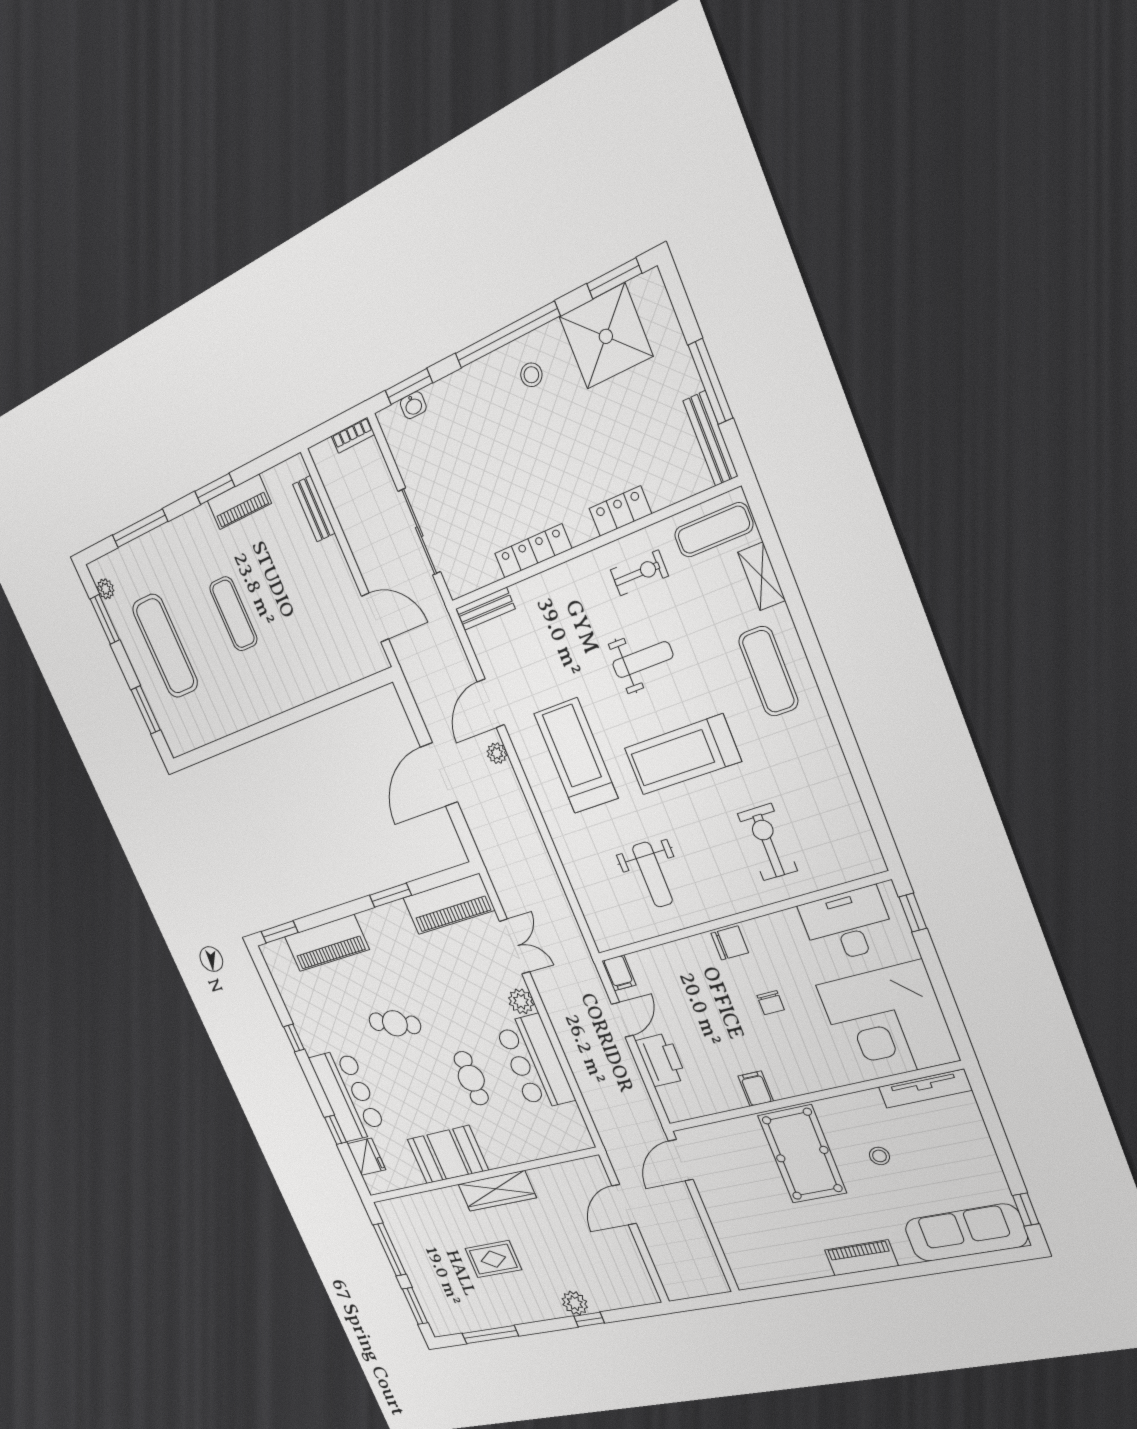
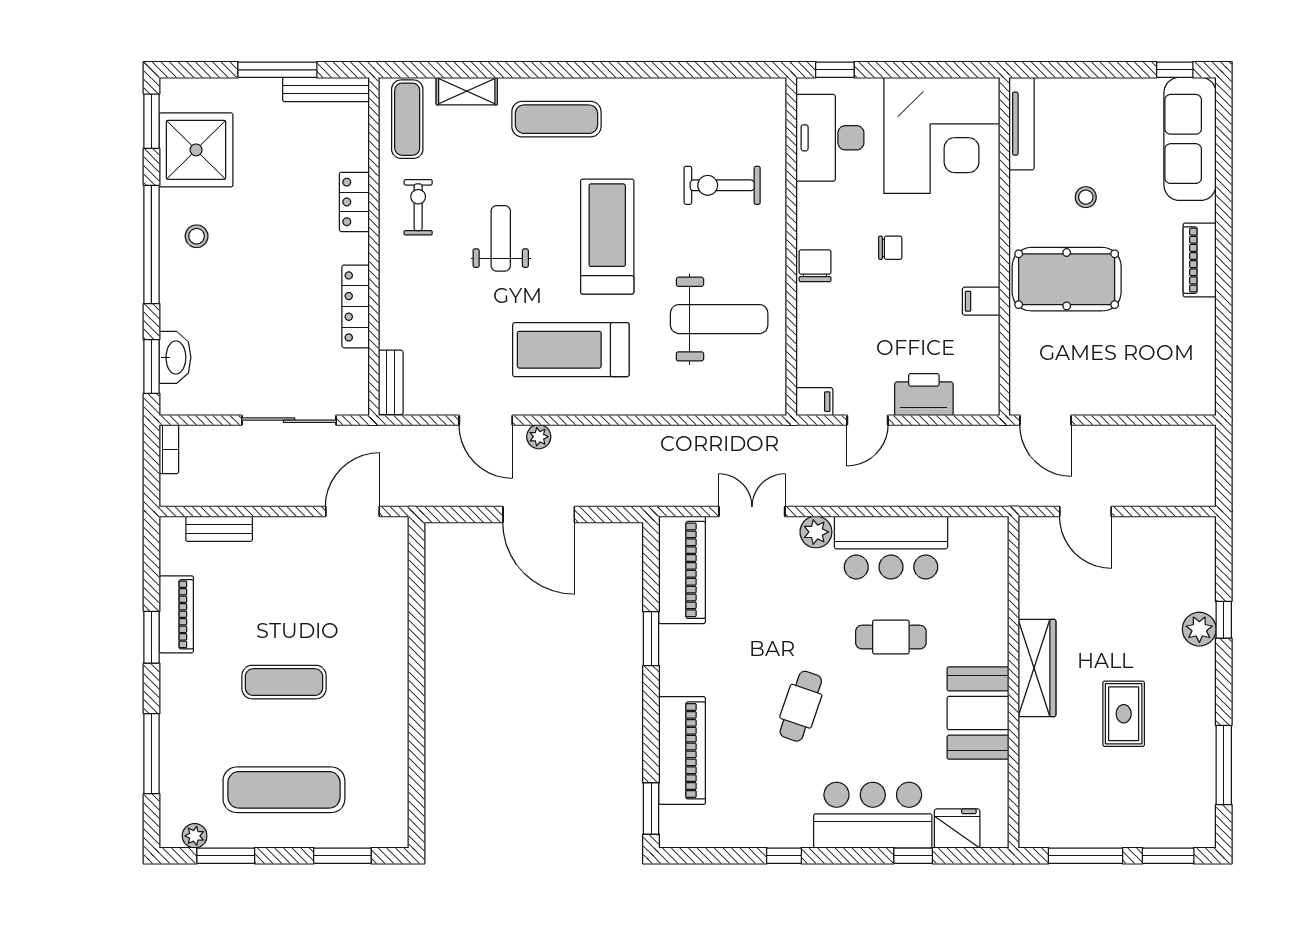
washbasin: (413, 405) -> (175, 357), width x1.91, depth x1.45
treadmill: (682, 755) -> (607, 237), turned 180
weight bench: (652, 875) -> (719, 319), width x1.36, depth x1.33
door: (622, 1020) -> (867, 420), swing flipped

